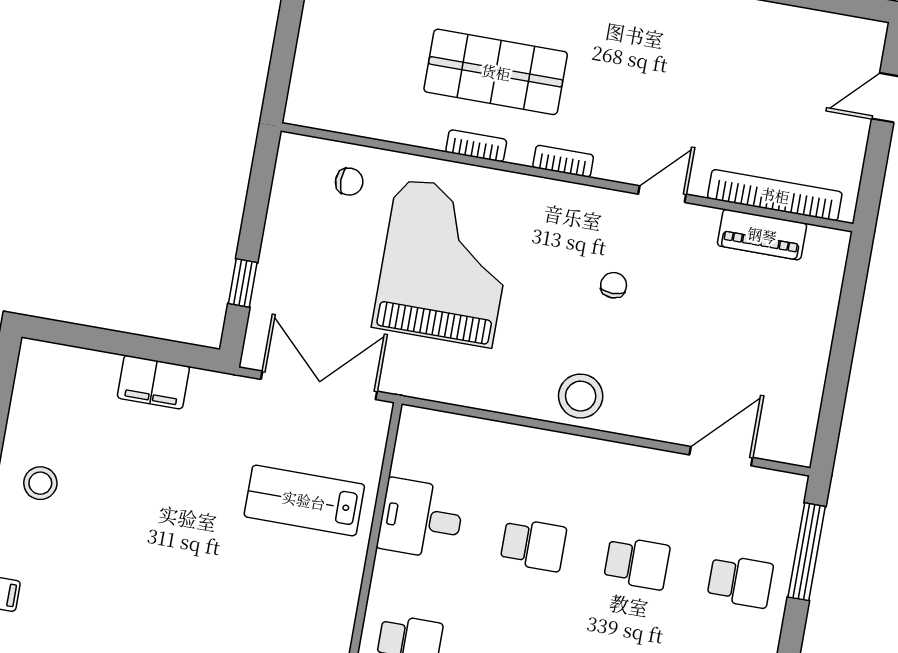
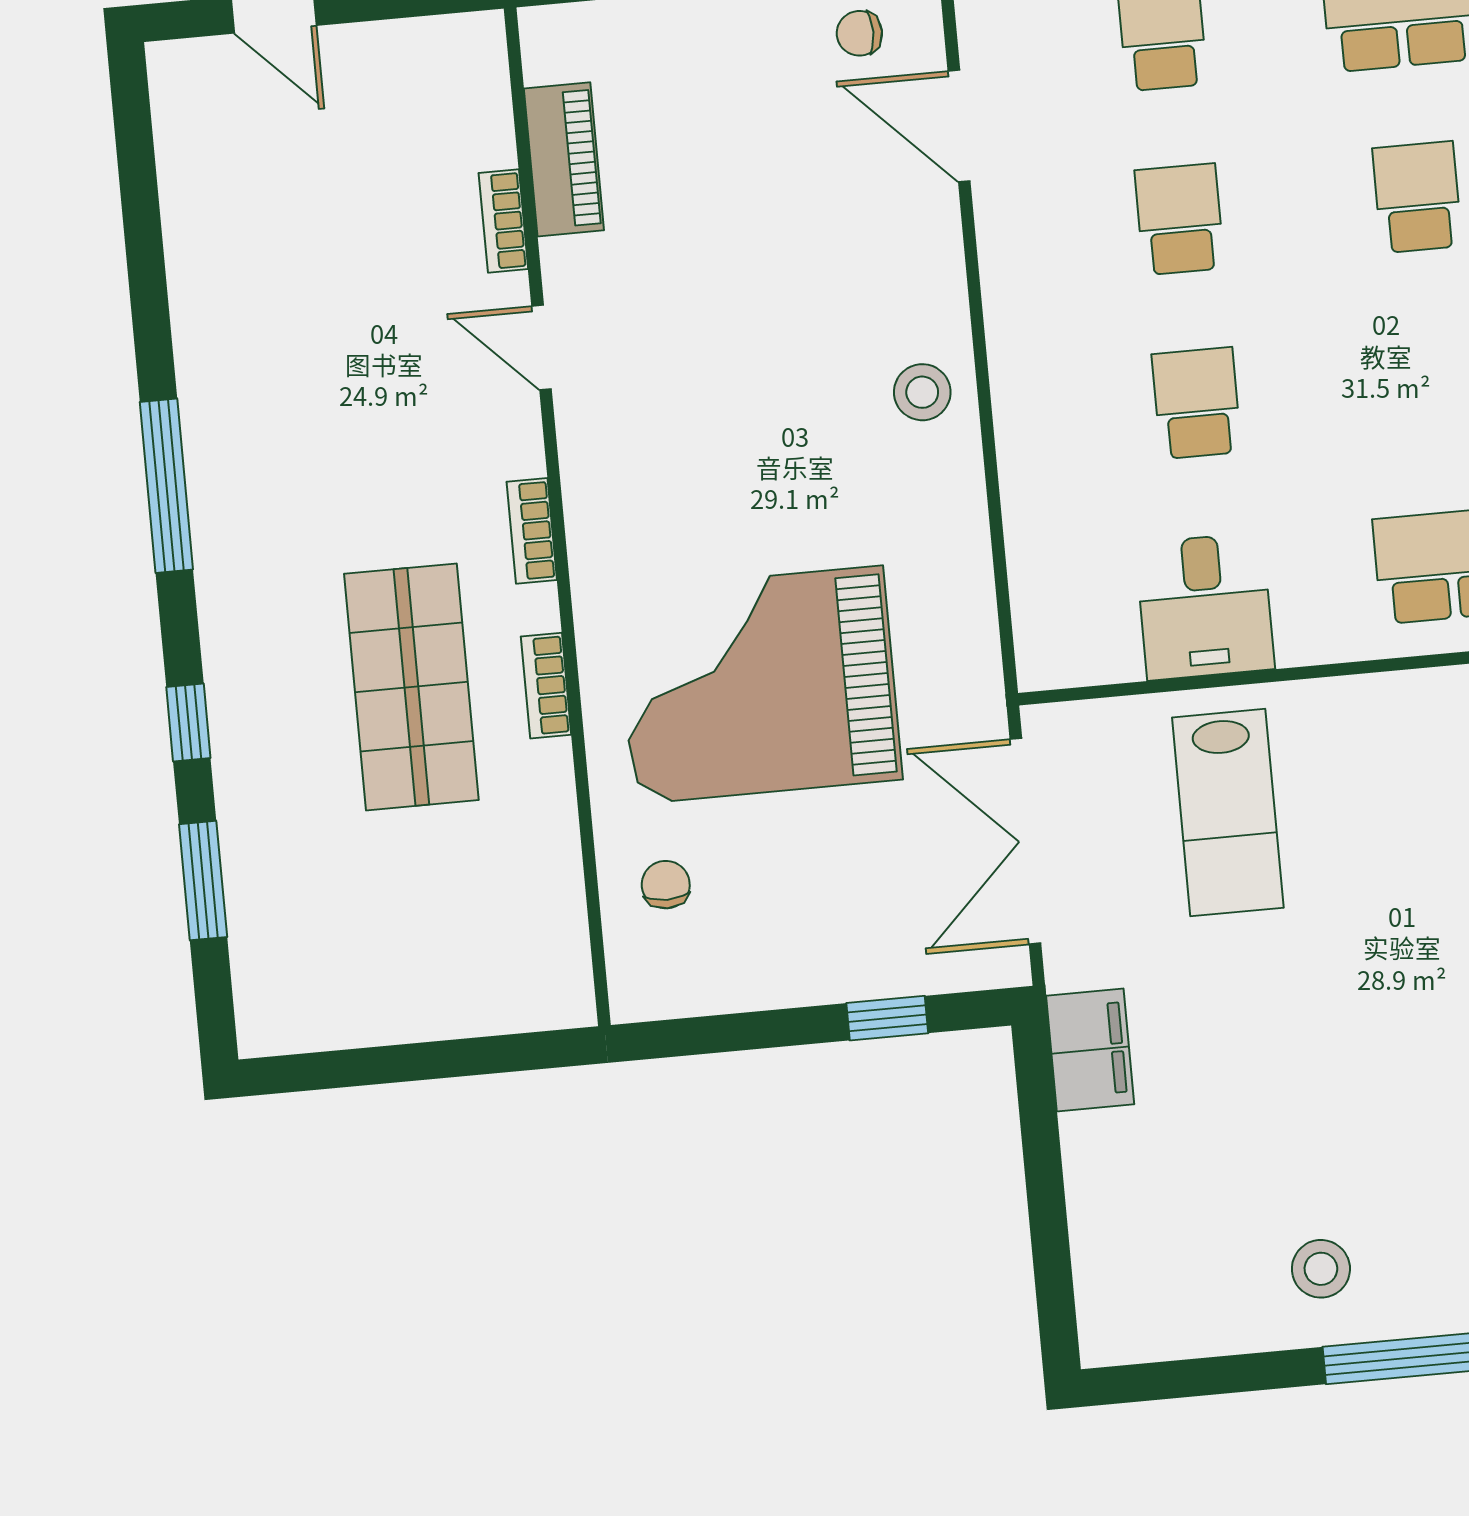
bookcase: (775, 195) -> (503, 221), width x0.43, depth x0.76
chair: (614, 285) -> (859, 33), moved
filing cabinet: (153, 382) -> (1090, 1050), moved
stool: (581, 396) -> (922, 392), width x0.73, depth x0.73

